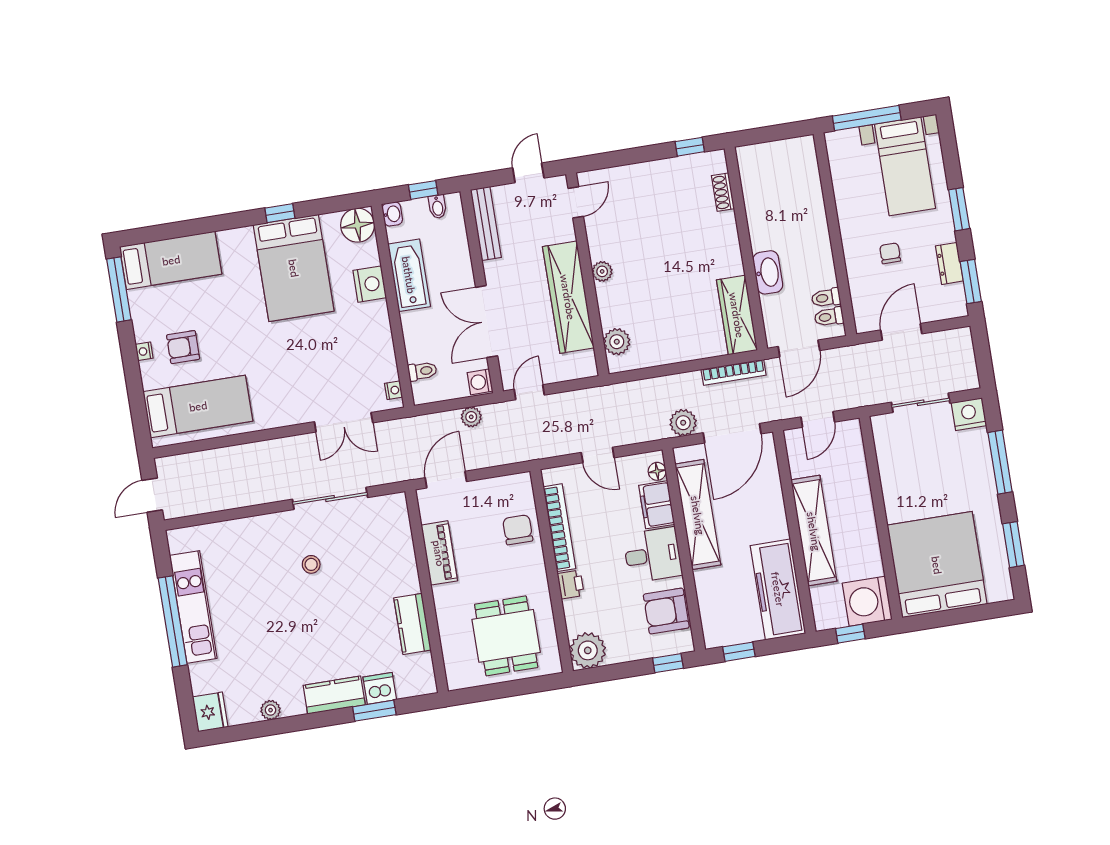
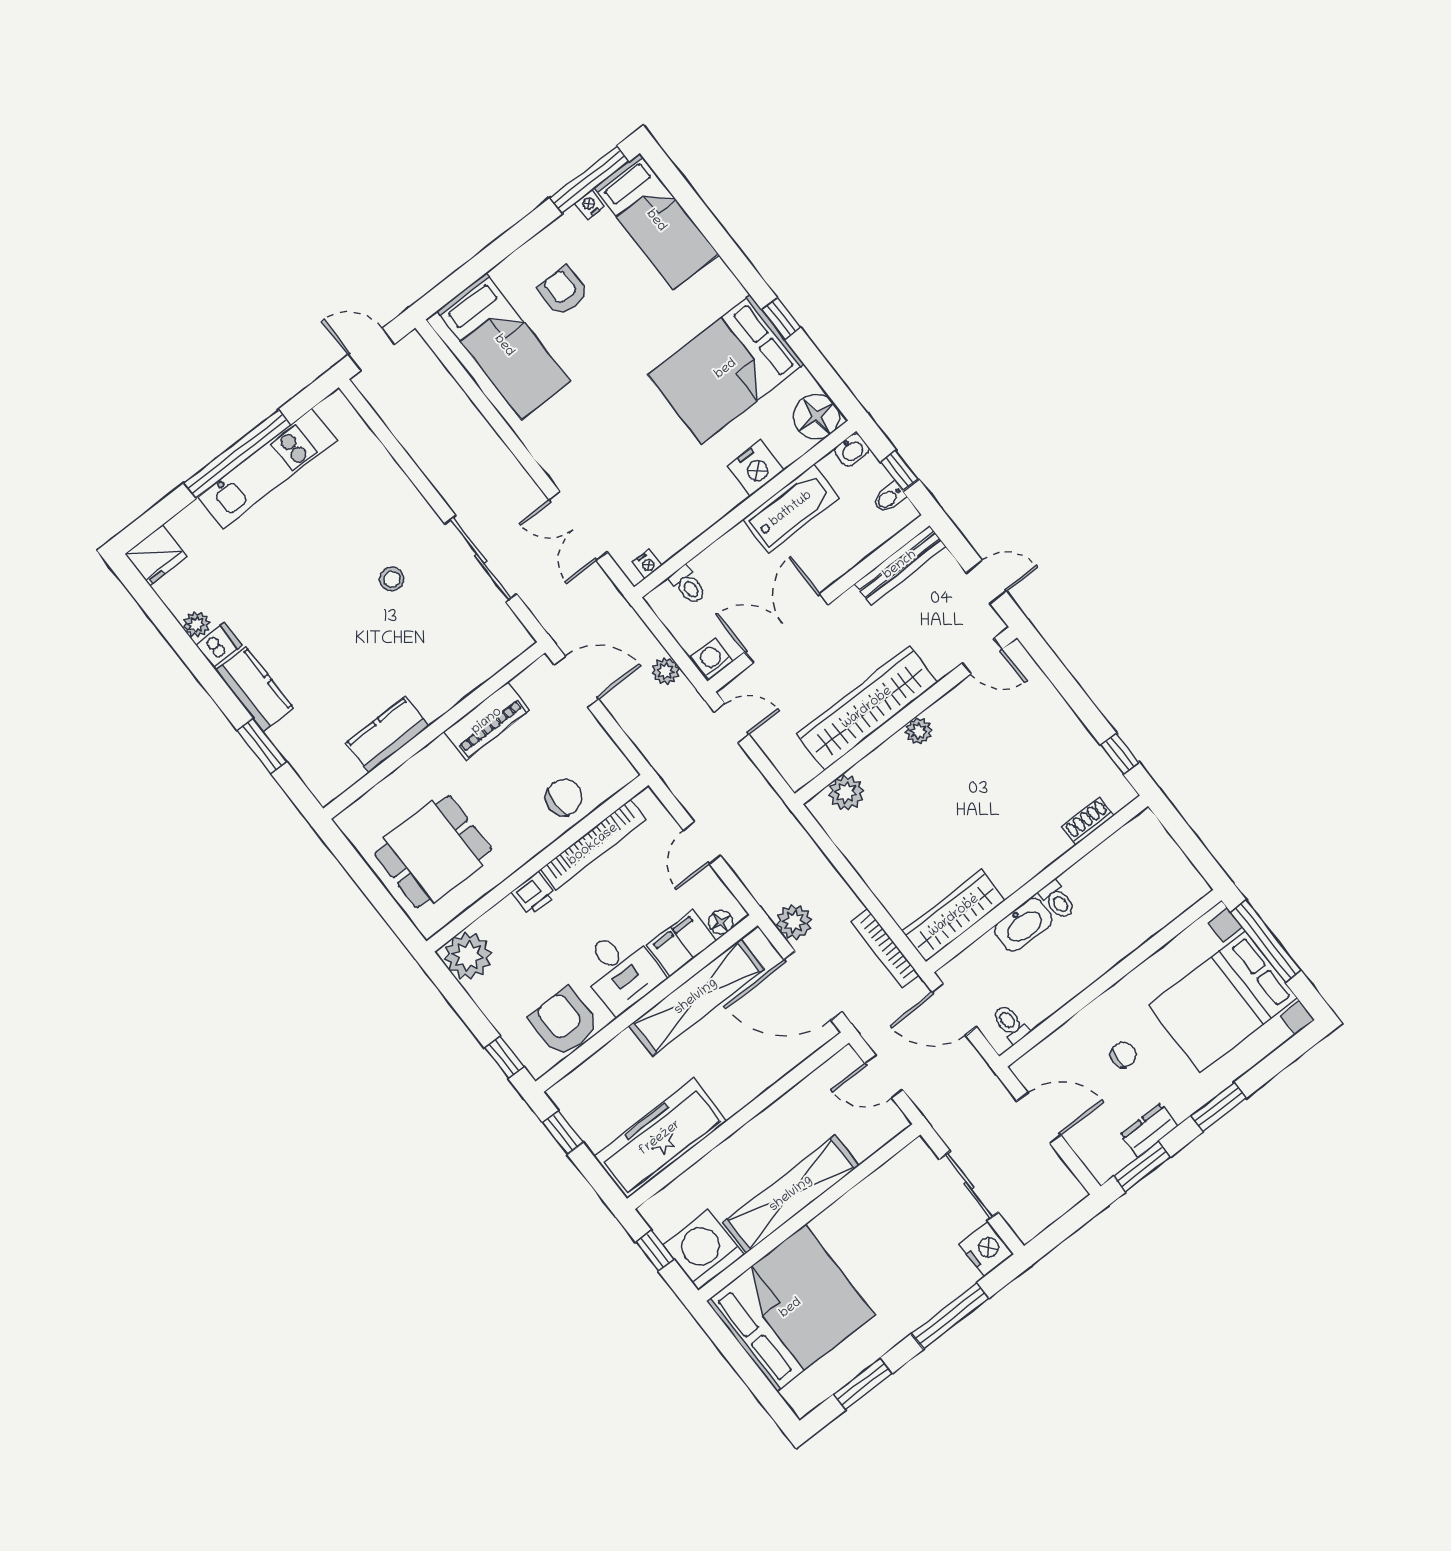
bed with nightstands: (905, 166) -> (1223, 1002), width x1.36
toilet: (826, 298) -> (1057, 900), moved, turned 180
nightstand: (144, 351) -> (590, 205), moved
shelving: (814, 531) -> (791, 1194), moved
dishwasher: (380, 688) -> (219, 645), moved, width x0.73

